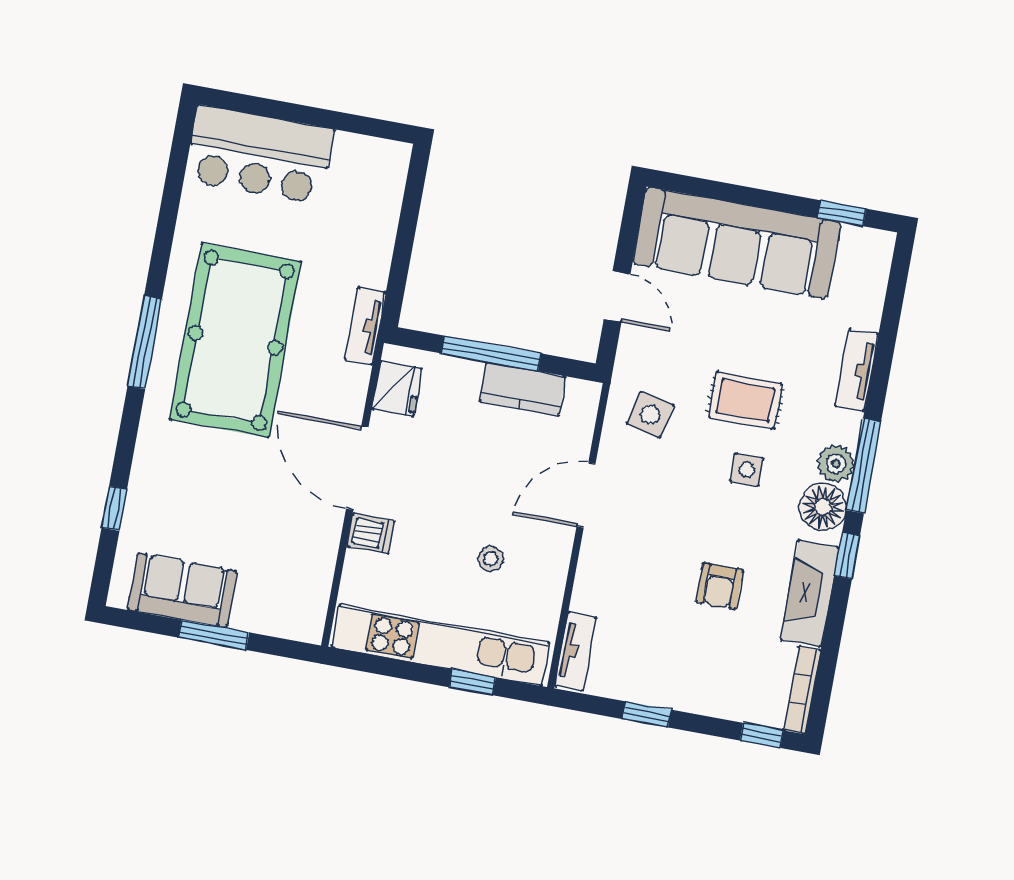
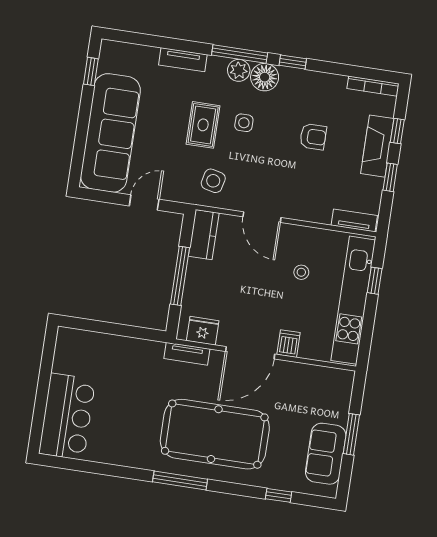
tv unit: (365, 326) -> (187, 354), moved
pool table: (235, 340) -> (215, 434), moved
kitchen counter: (523, 389) -> (204, 235), moved
fireplace: (810, 593) -> (377, 146), moved, turned 90
window: (762, 735) -> (397, 131), moved

